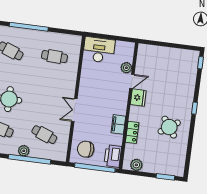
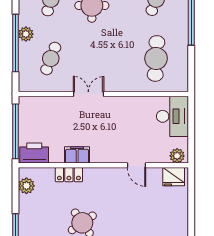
cafe table: (54, 57) -> (156, 58), width x1.37, depth x1.35
plant: (126, 68) -> (177, 156), moved
fridge: (138, 98) -> (174, 177), moved
chair: (86, 149) -> (39, 116), removed

